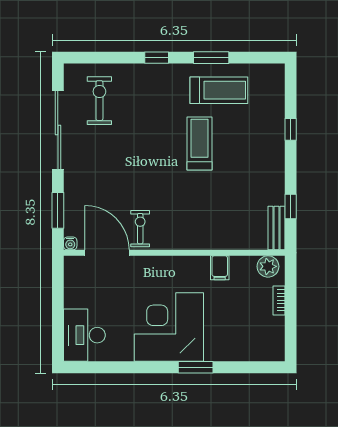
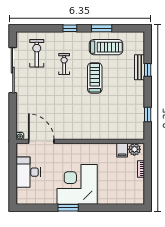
window: (58, 210) -> (13, 117), removed
bench: (277, 228) -> (139, 67), moved
exercise bike: (140, 229) -> (64, 64), moved
filing cabinet: (220, 268) -> (122, 150), moved
desk: (84, 335) -> (28, 172), moved
window: (196, 367) -> (68, 208), moved

